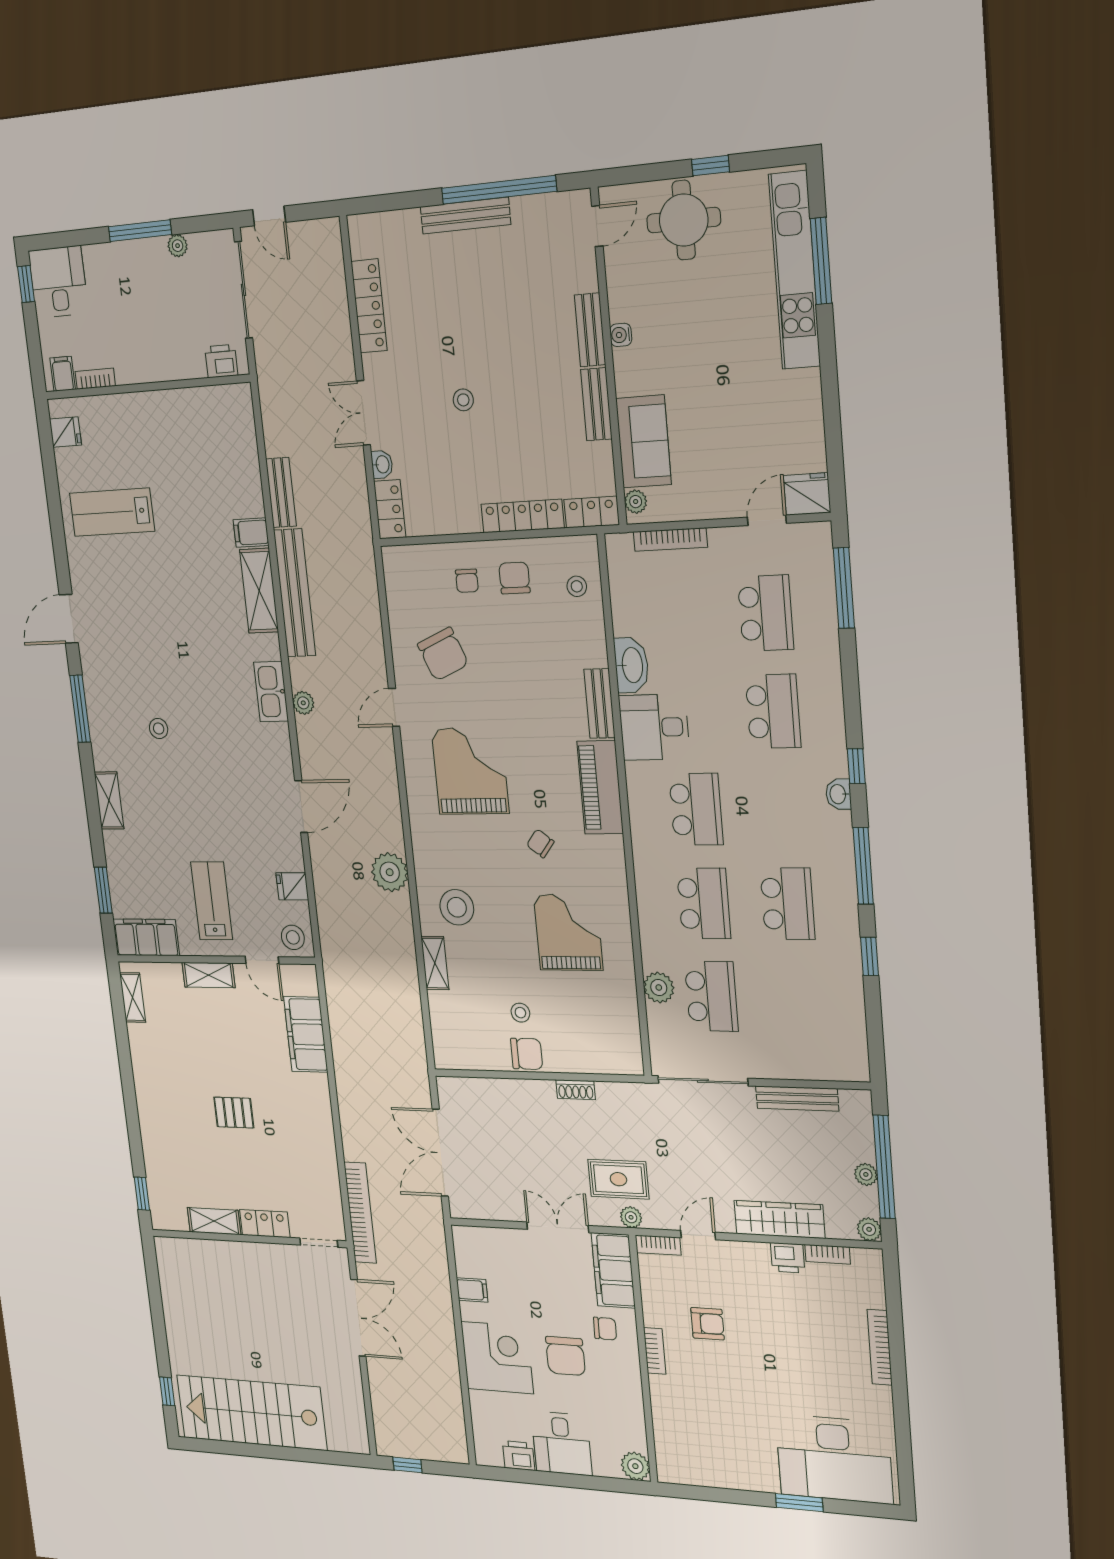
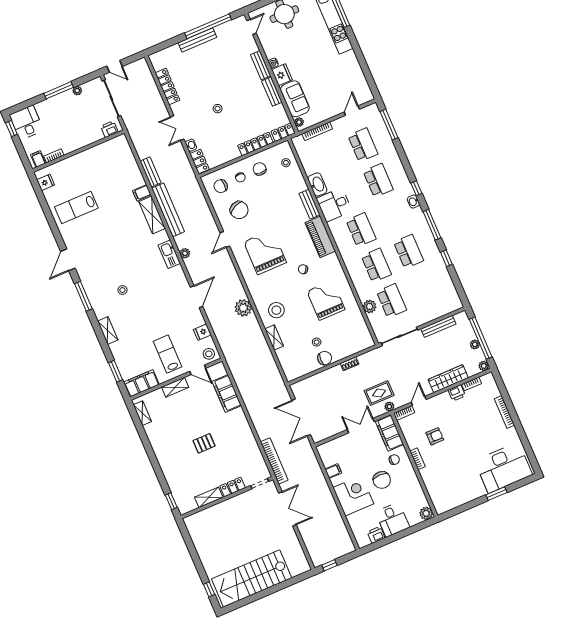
fridge: (807, 494) -> (282, 75), moved, turned 90
chair: (419, 584) -> (221, 186), added

